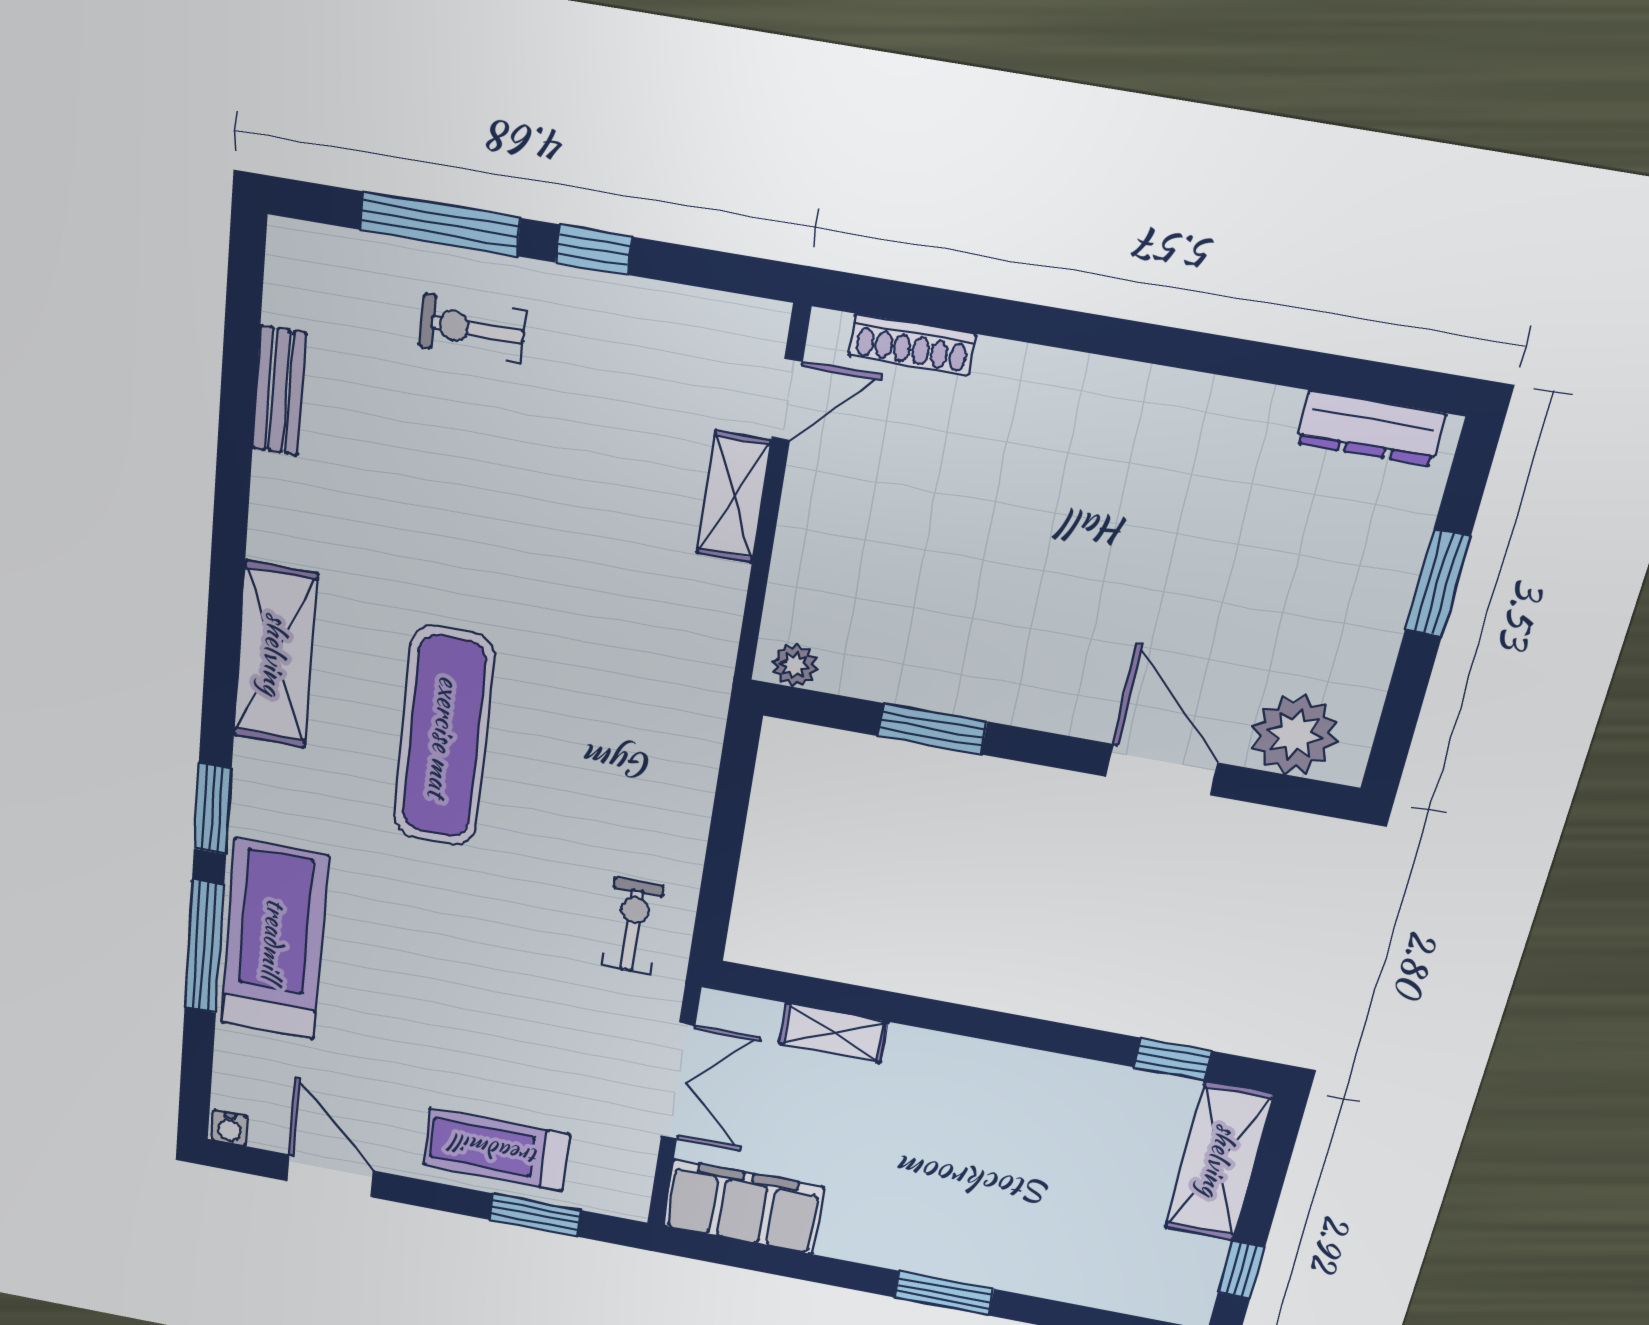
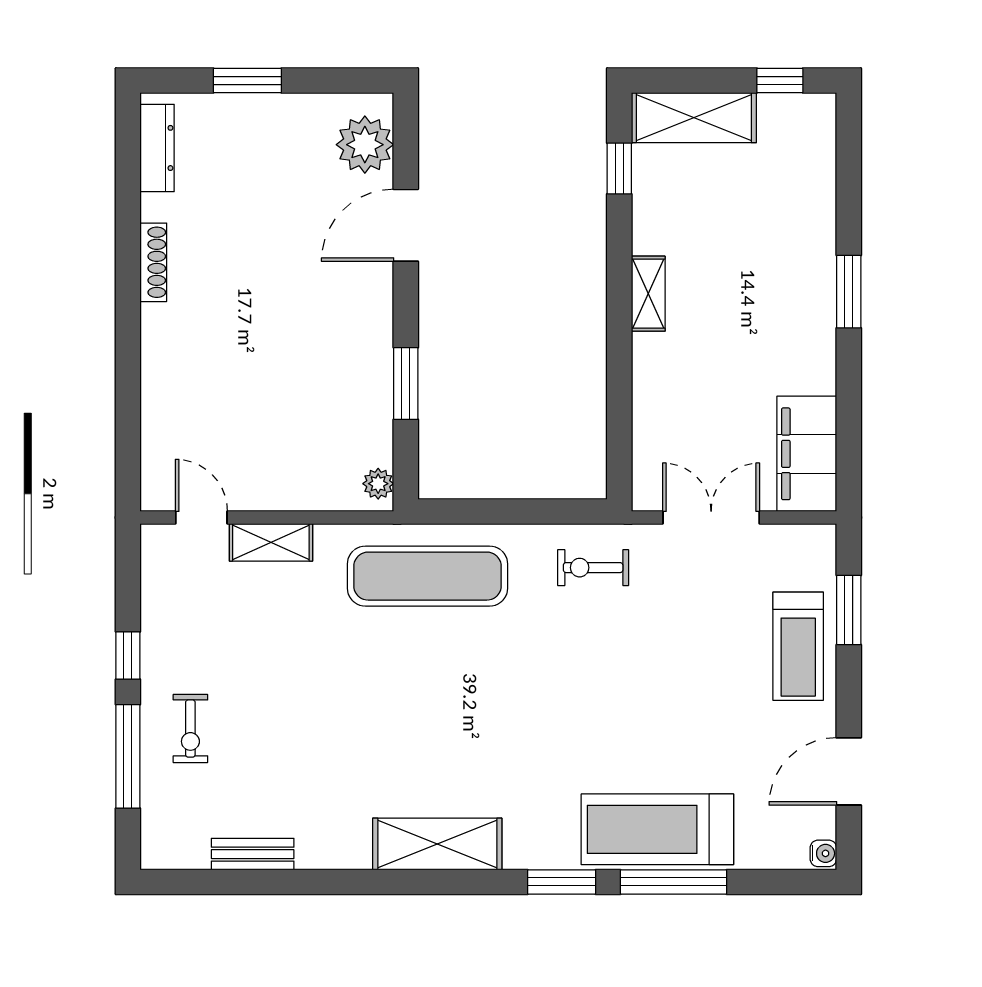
shoe rack: (912, 345) -> (153, 262), moved
exercise mat: (444, 737) -> (427, 576), moved
shelving: (833, 1033) -> (648, 294), moved

